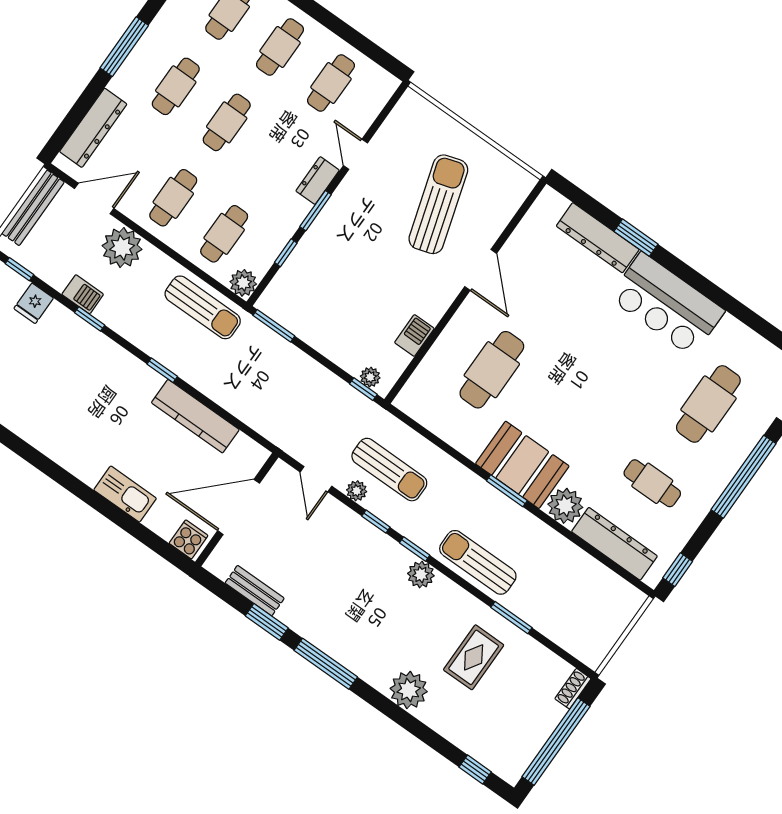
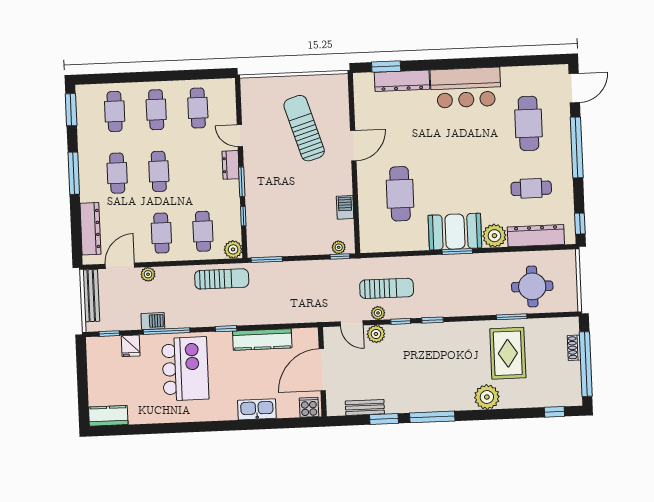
window: (636, 238) -> (386, 67), moved
plant: (122, 248) -> (148, 274), width x0.53, depth x0.53
door: (481, 270) -> (353, 146), hinge flipped
window: (90, 319) -> (167, 331), width x2.17
kitchen island: (77, 380) -> (185, 369), added
sun lounger: (478, 562) -> (471, 301), removed
plant: (421, 575) -> (376, 334), moved
round table: (564, 601) -> (532, 286), added
rug: (474, 657) -> (508, 353), width x1.36, depth x1.43
shoe rack: (573, 689) -> (574, 348), moved

